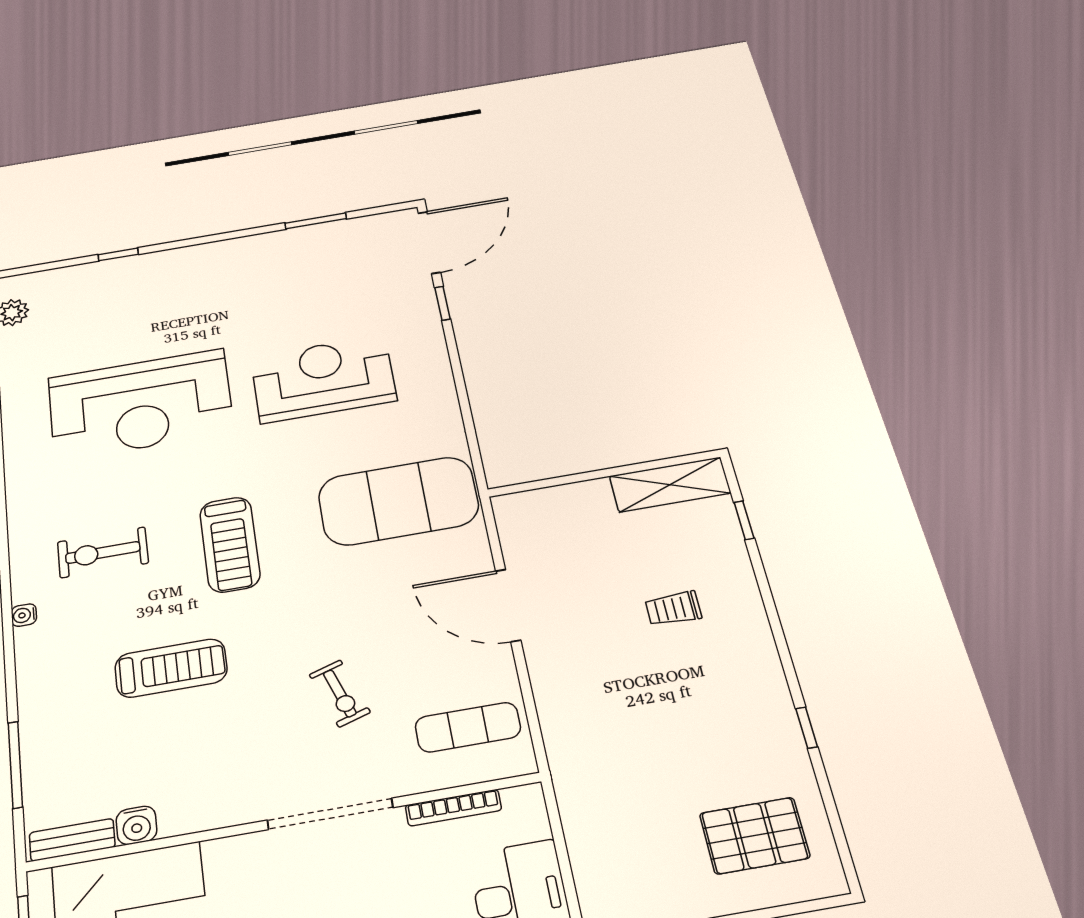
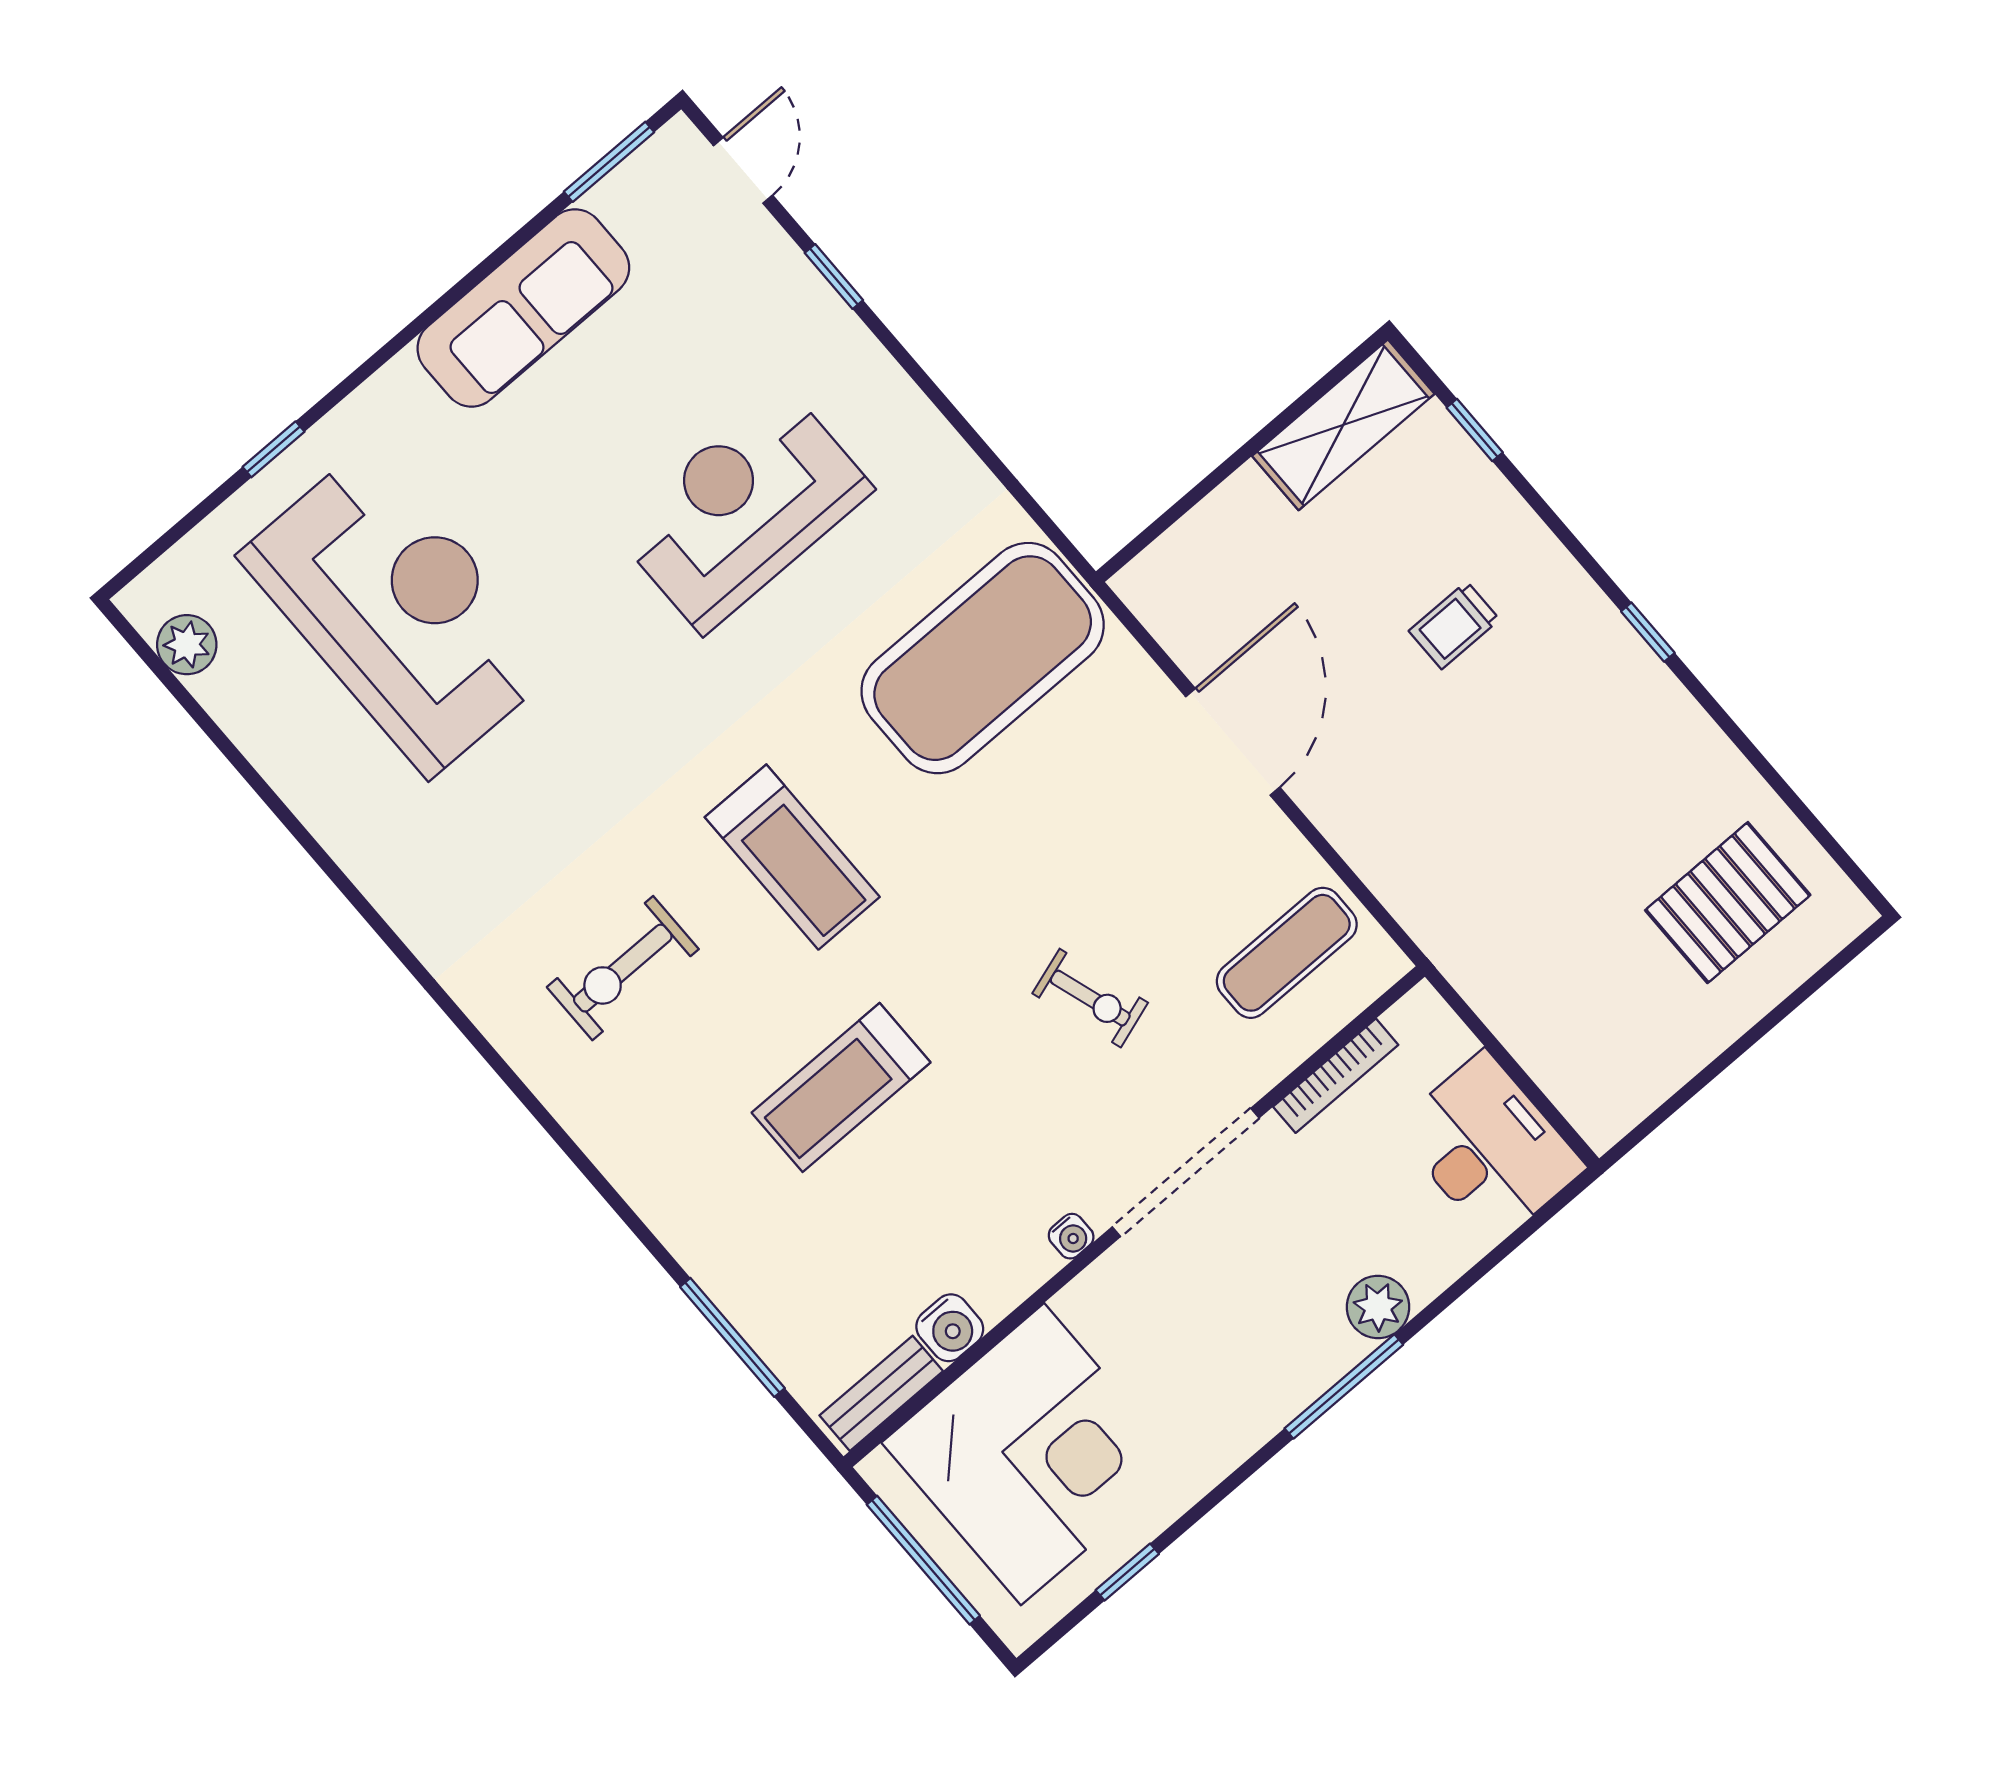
window: (316, 221) -> (609, 162), moved
door: (429, 242) -> (743, 170), width x0.53
sofa: (281, 251) -> (523, 308), added
reception desk: (140, 405) -> (399, 611), moved, turned -90
door: (508, 605) -> (1233, 742), swing flipped
water cooler: (24, 615) -> (1071, 1236), moved, turned -90
treadmill: (171, 668) -> (841, 1087), turned 180
window: (807, 728) -> (1648, 632), moved

